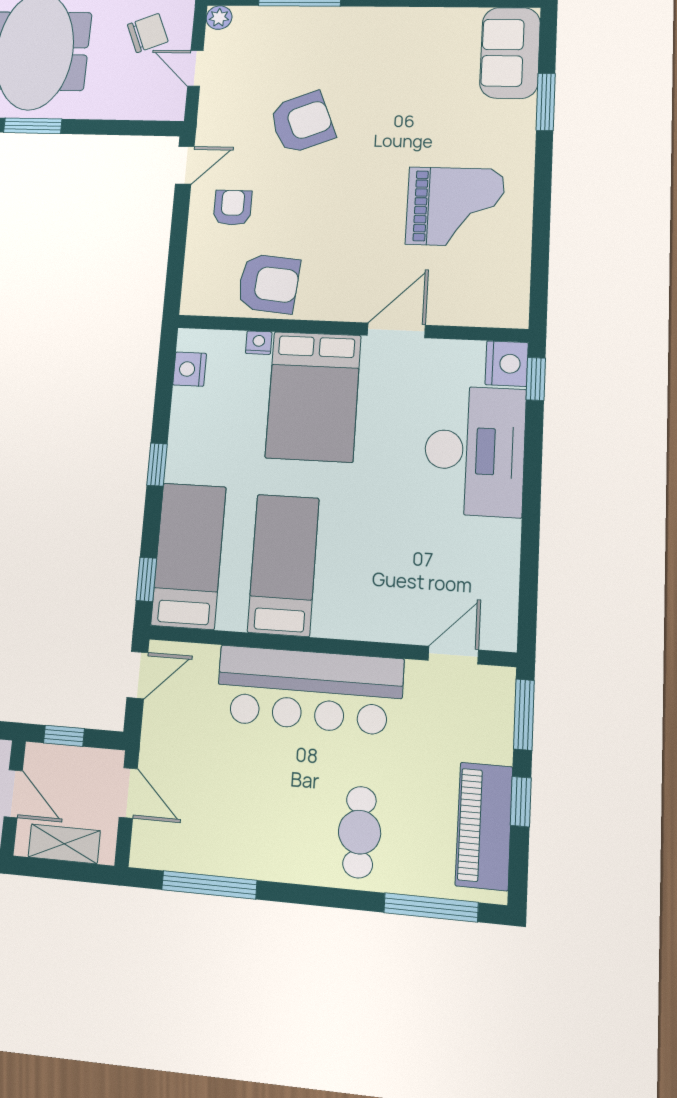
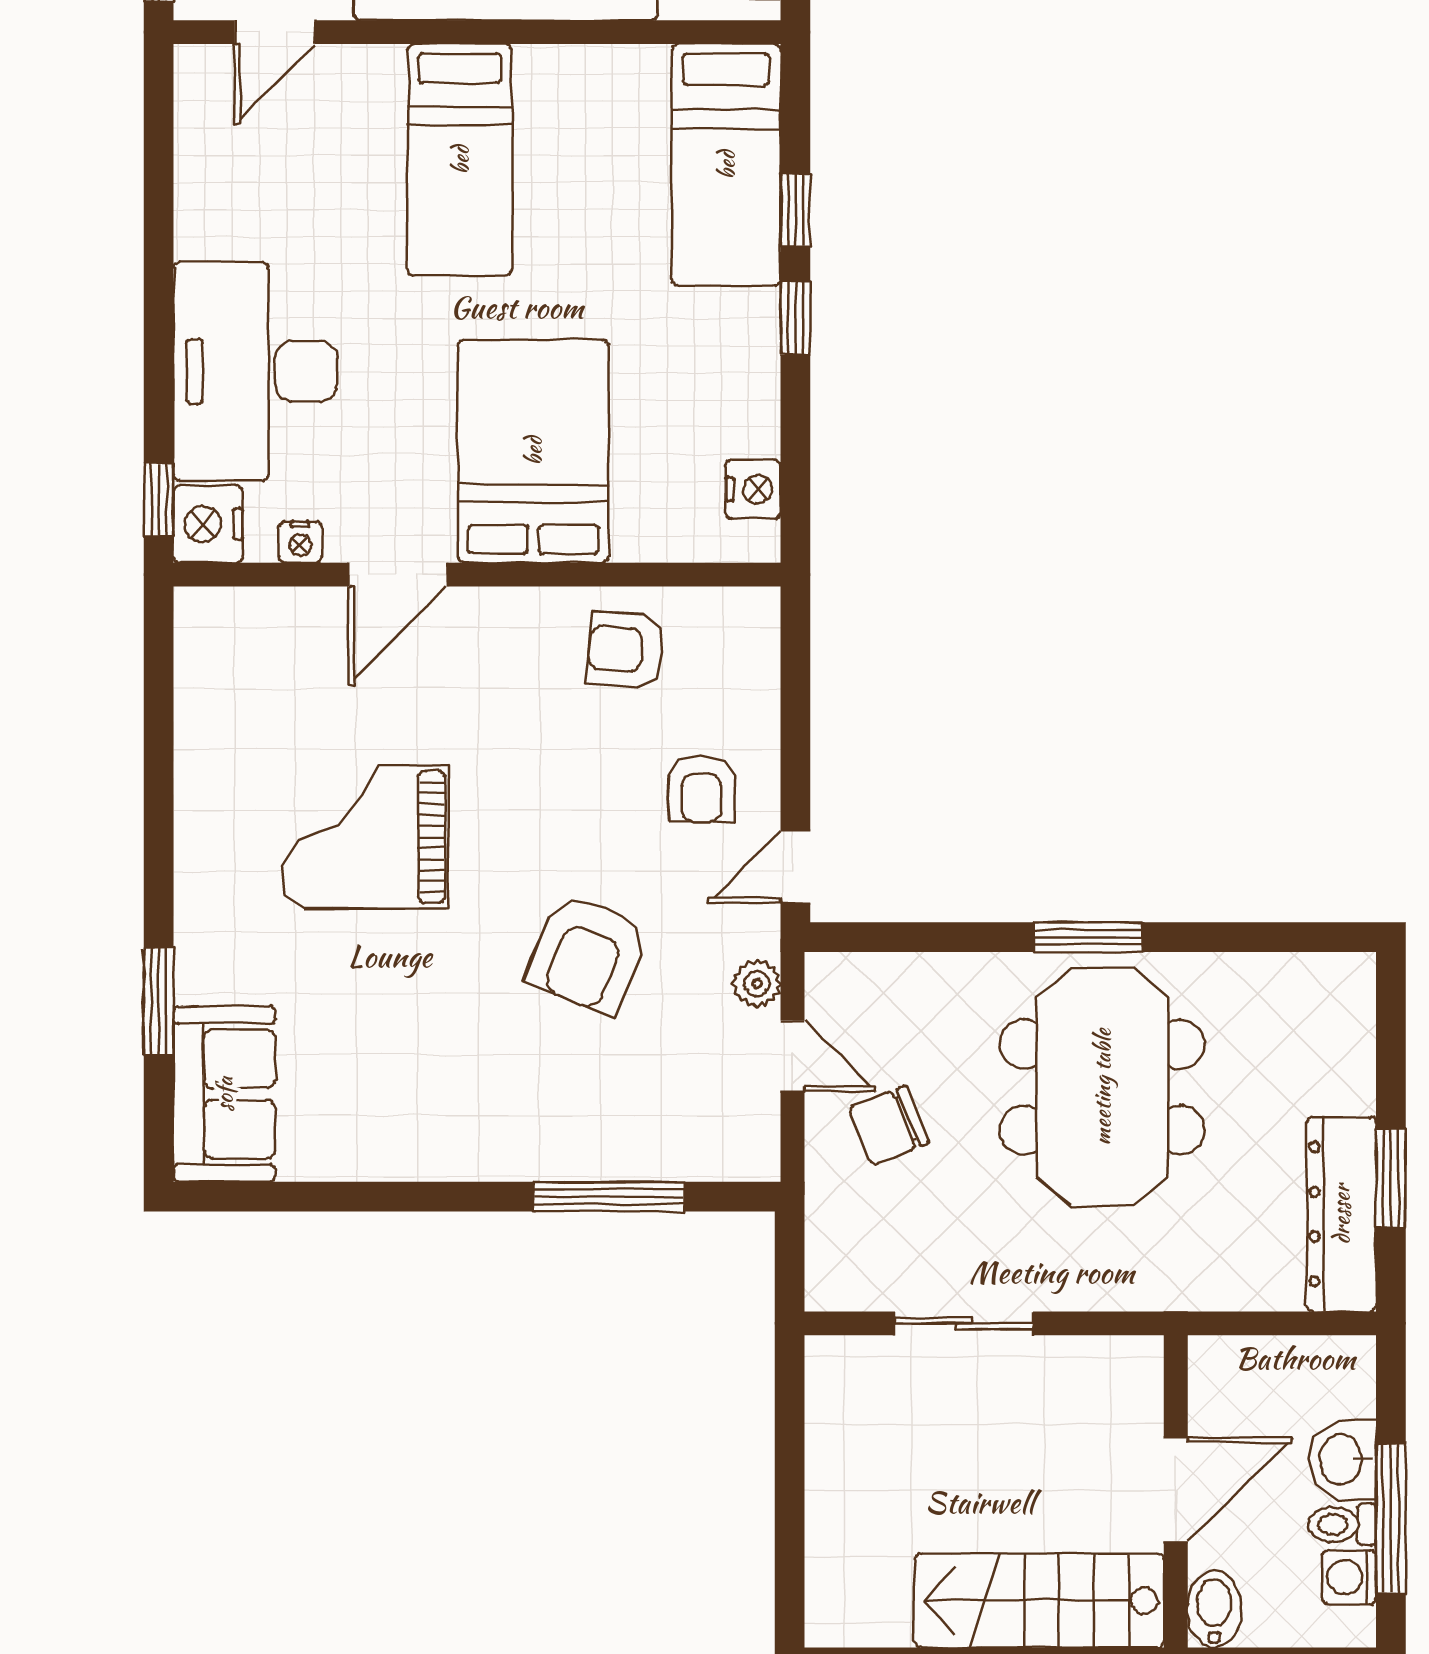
plant: (219, 18) -> (757, 984), moved
armchair: (302, 123) -> (588, 954), turned -46
grand piano: (455, 207) -> (365, 837), moved
armchair: (269, 284) -> (626, 650), width x0.72, depth x0.72
nightstand: (259, 343) -> (300, 542), moved
bed: (283, 565) -> (460, 160), moved
window: (146, 579) -> (795, 210), moved

